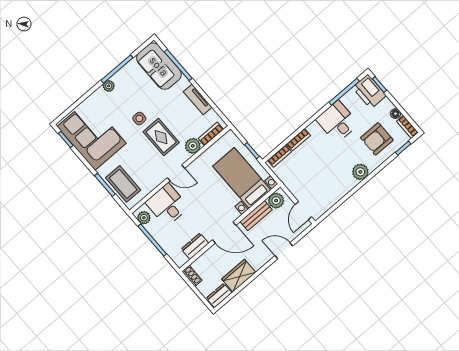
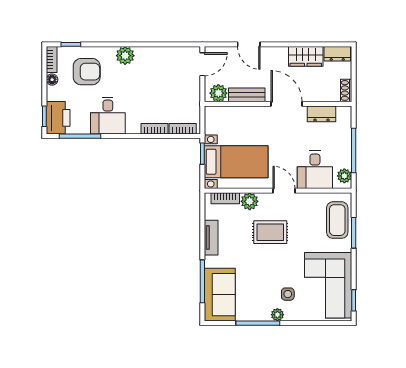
side table: (139, 118) -> (288, 294), moved
rug: (161, 137) -> (270, 232), turned 90
bed with nightstands: (242, 178) -> (236, 162), moved, turned -90

